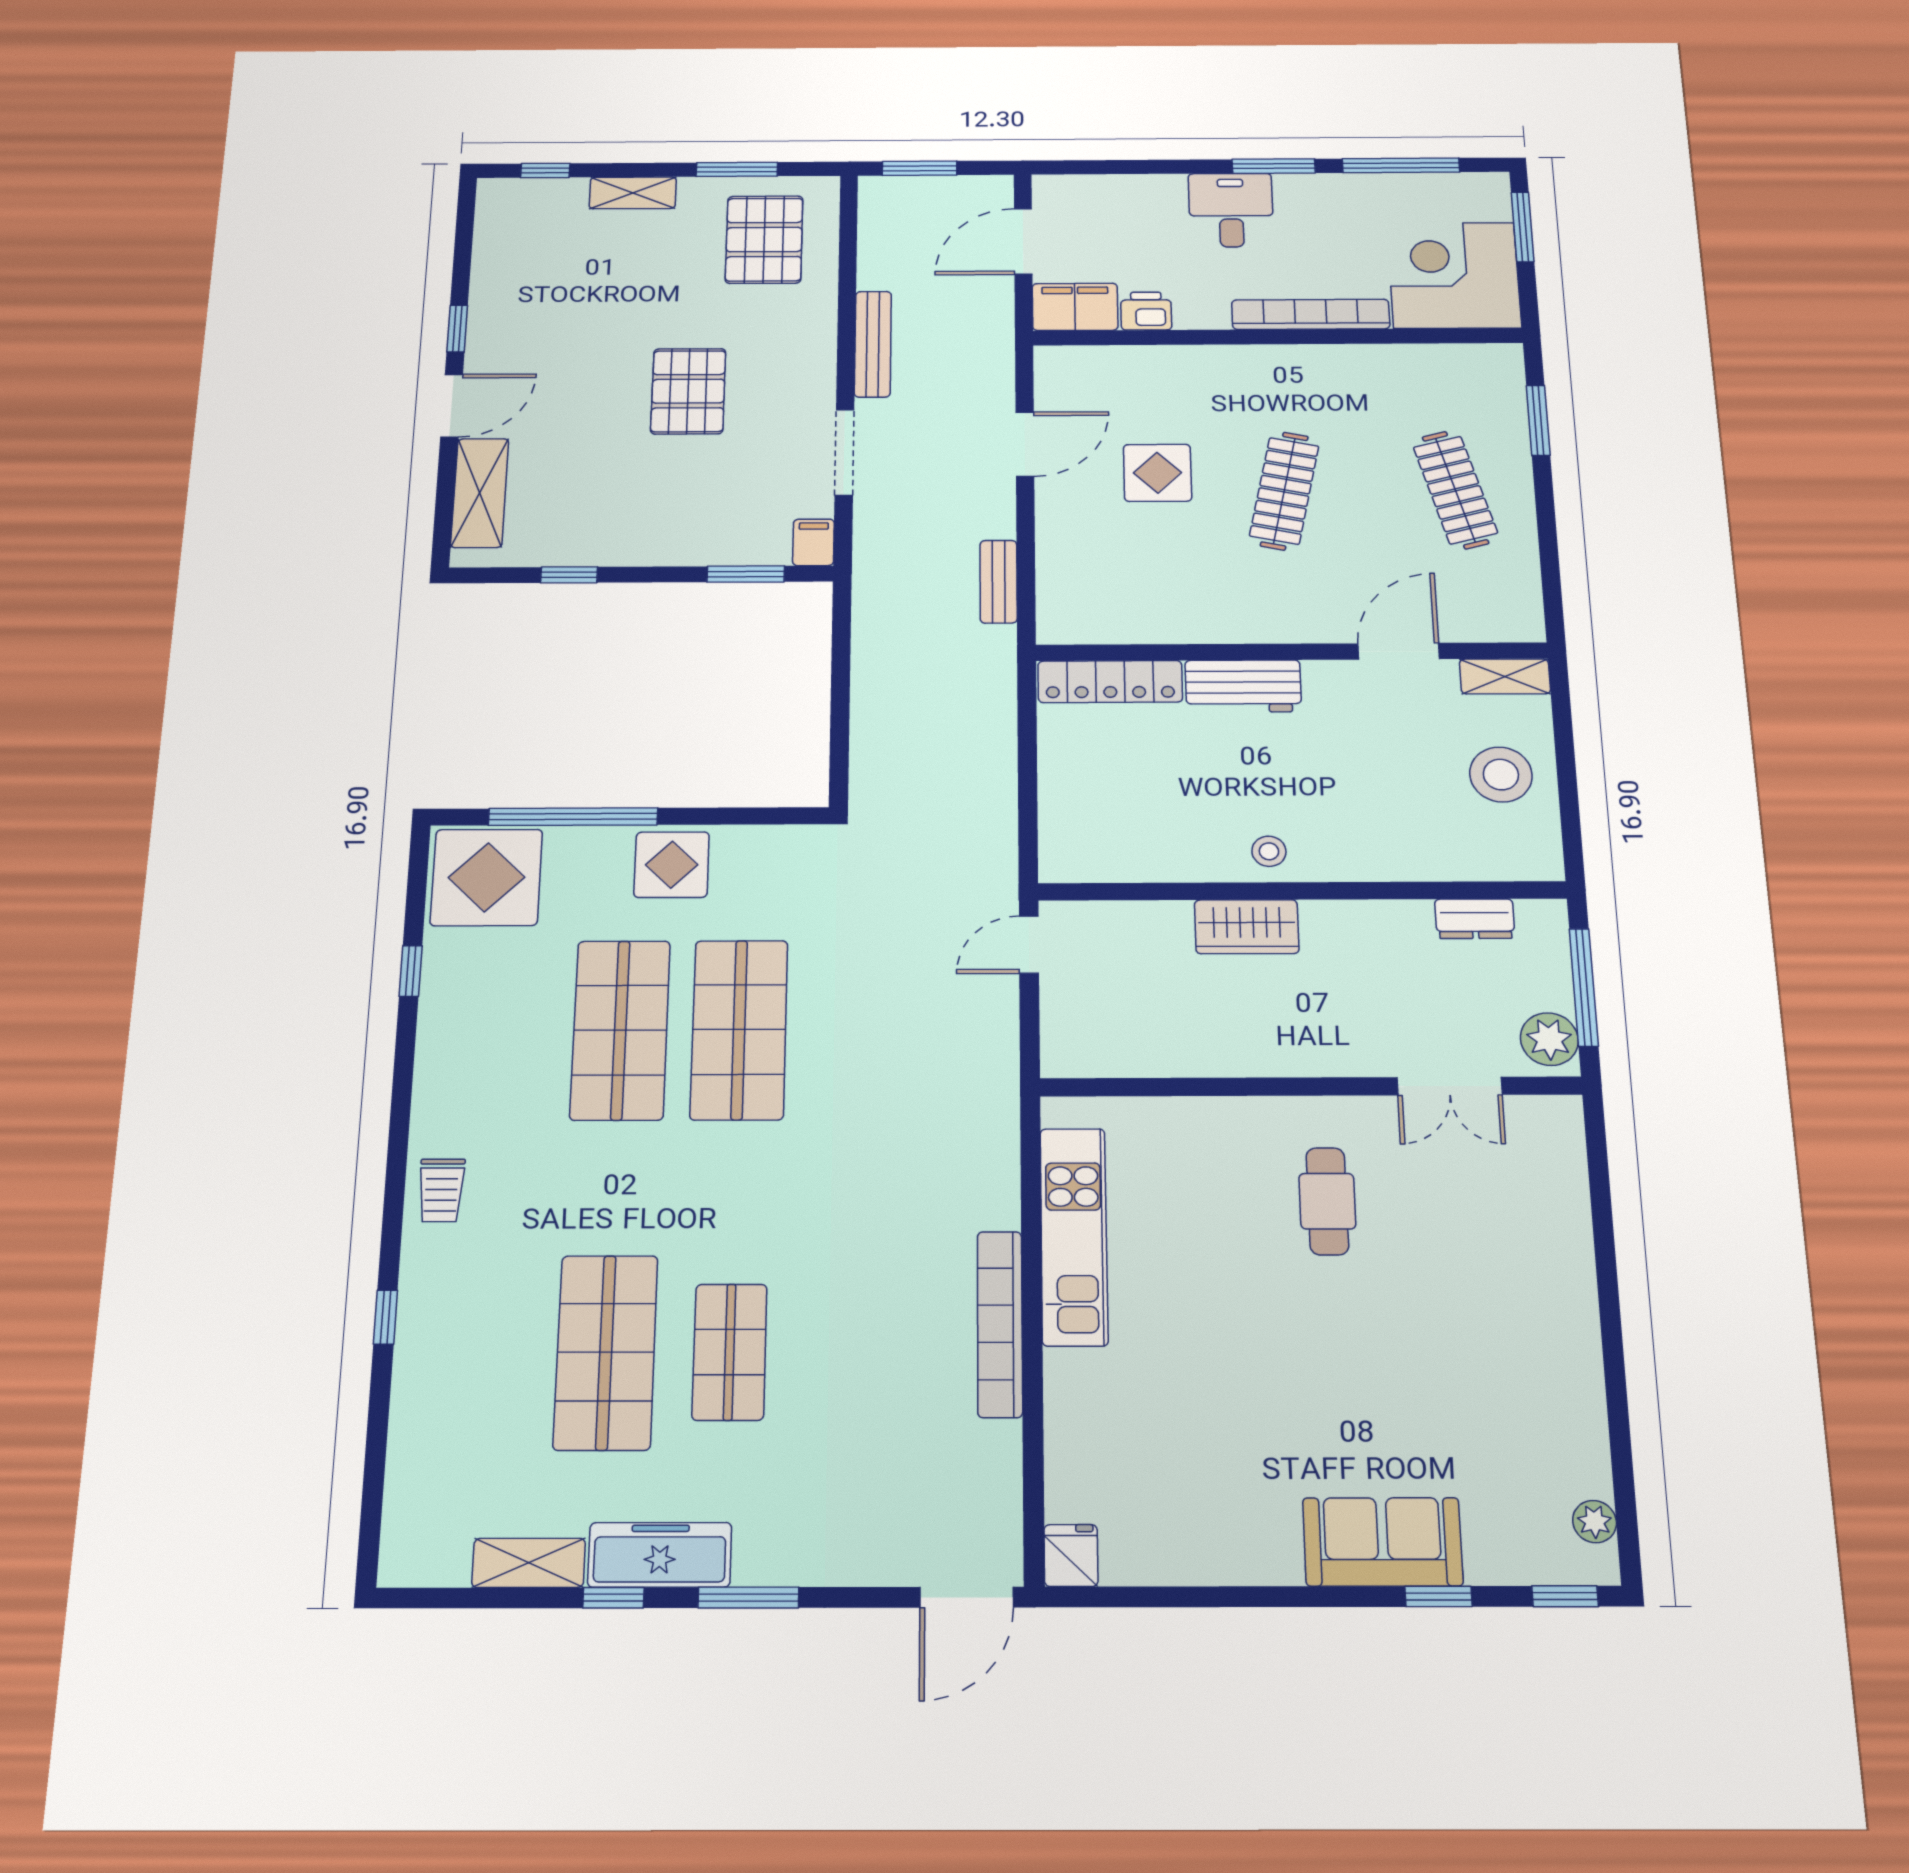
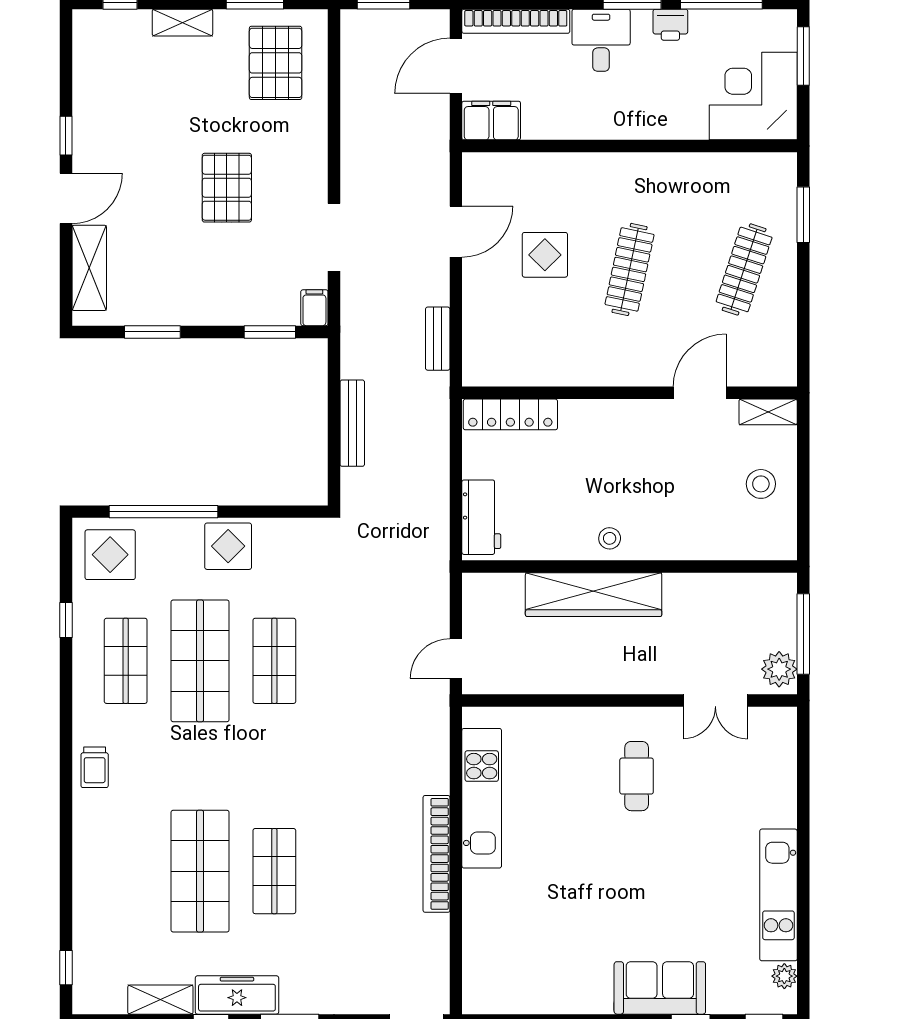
printer: (1146, 311) -> (670, 25), moved, turned 180
bookcase: (1311, 314) -> (516, 21), moved, turned 180
bench: (873, 344) -> (352, 423), moved
clothes rail: (1455, 490) -> (744, 269), turned 33
window: (569, 575) -> (152, 332), width x1.50
workbench: (1243, 686) -> (481, 517), moved, turned -90
stool: (1501, 775) -> (761, 484), width x0.73, depth x0.73
display table: (486, 877) -> (110, 555), width x0.73, depth x0.73
dresser: (1475, 919) -> (738, 586), removed
wardrobe: (1247, 927) -> (594, 595), width x2.10, depth x1.17
door: (1029, 945) -> (456, 659), moved
shop shelf: (502, 1030) -> (126, 661), added
shop shelf: (739, 1030) -> (274, 661), width x0.70, depth x0.74
window: (385, 1317) -> (66, 968), moved
kitchen unit: (1574, 1388) -> (778, 895), added
fridge: (1071, 1555) -> (477, 996), removed

